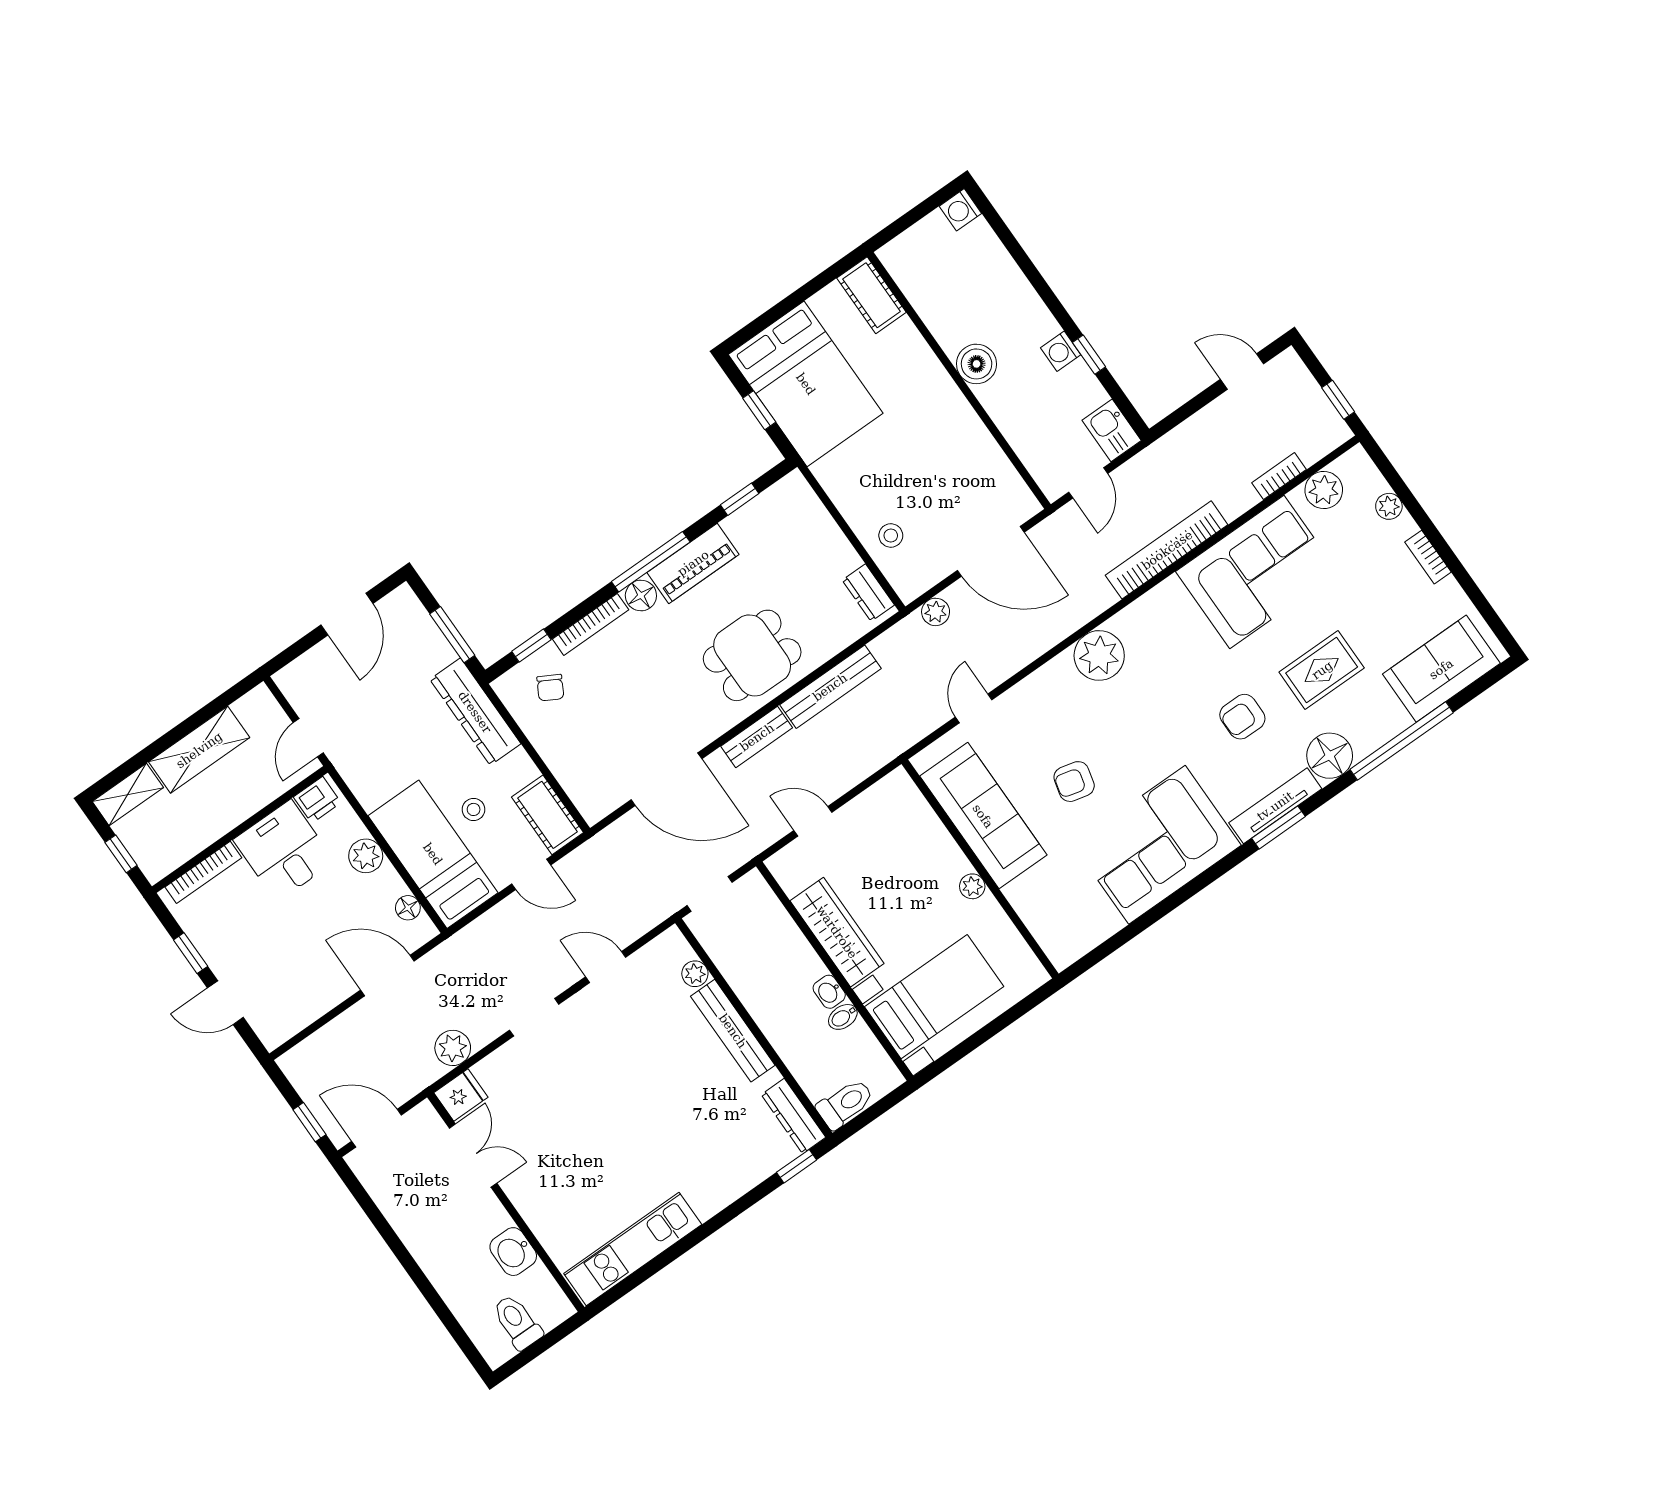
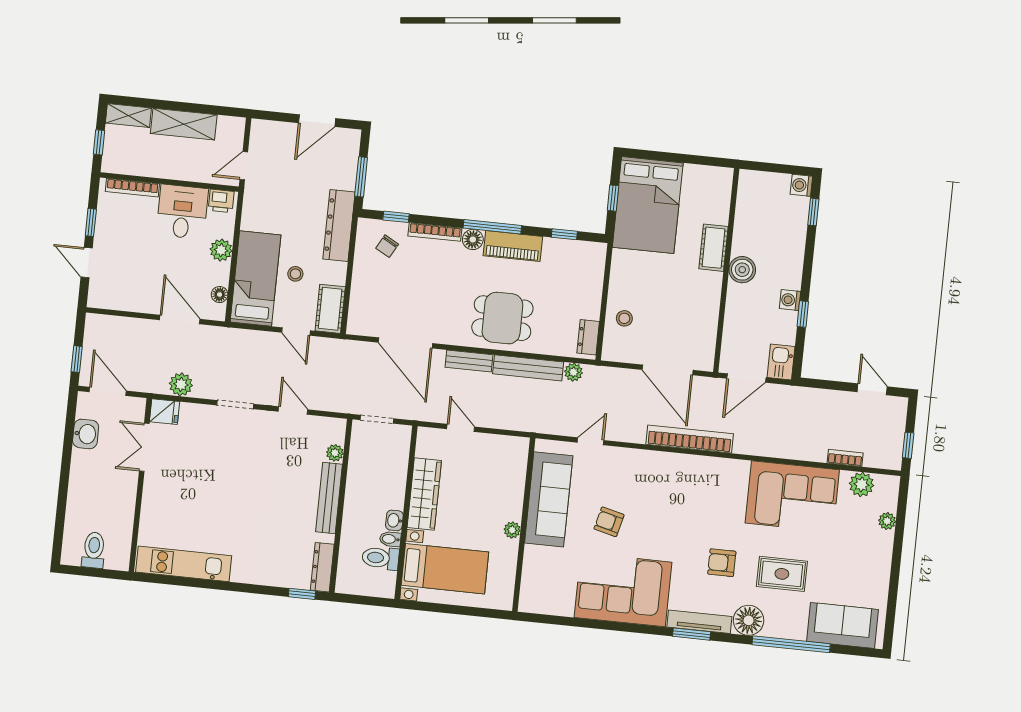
window: (1000, 228) -> (813, 212), added
cot: (872, 295) -> (714, 248), moved
door: (1088, 483) -> (746, 378), width x1.38
bookcase: (1167, 550) -> (690, 439), moved
bookcase: (1428, 557) -> (885, 564), removed
plant: (936, 612) -> (573, 372), moved
plant: (1099, 655) -> (677, 470), removed
toilet: (845, 1104) -> (381, 558), moved, turned 180
double door: (473, 1156) -> (144, 447), swing flipped
washbasin: (513, 1252) -> (86, 434), moved, turned 180

